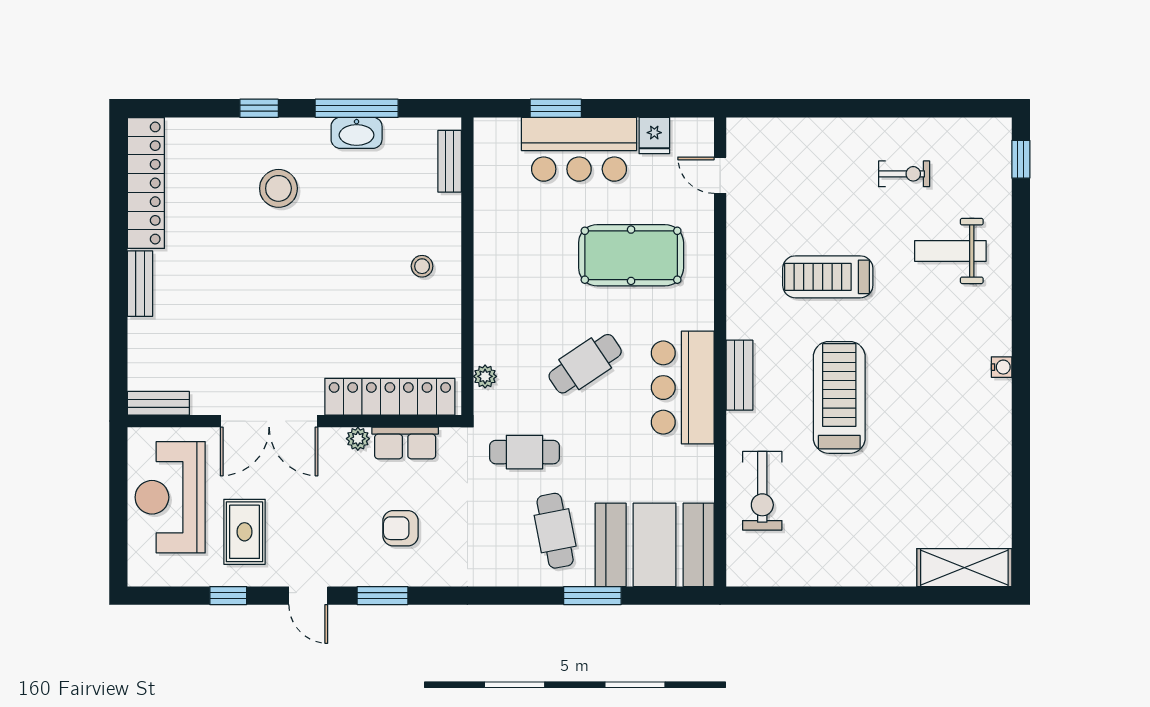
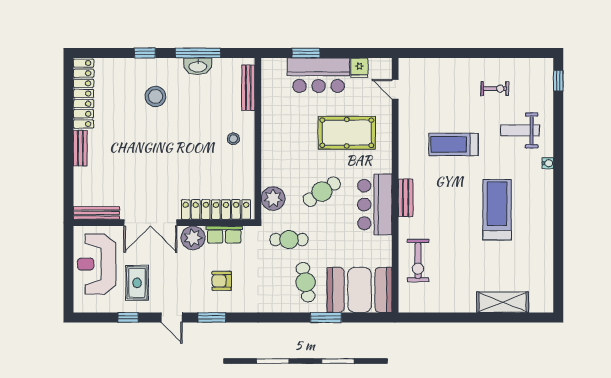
bench: (450, 161) -> (248, 88), width x1.36
water cooler: (1002, 367) -> (548, 163), moved
plant: (485, 376) -> (273, 199), width x1.88, depth x1.88
treadmill: (839, 397) -> (497, 210), moved
bench: (158, 403) -> (96, 213), width x1.36
plant: (358, 439) -> (193, 238), width x1.88, depth x1.88
shelving: (964, 568) -> (503, 302), moved

